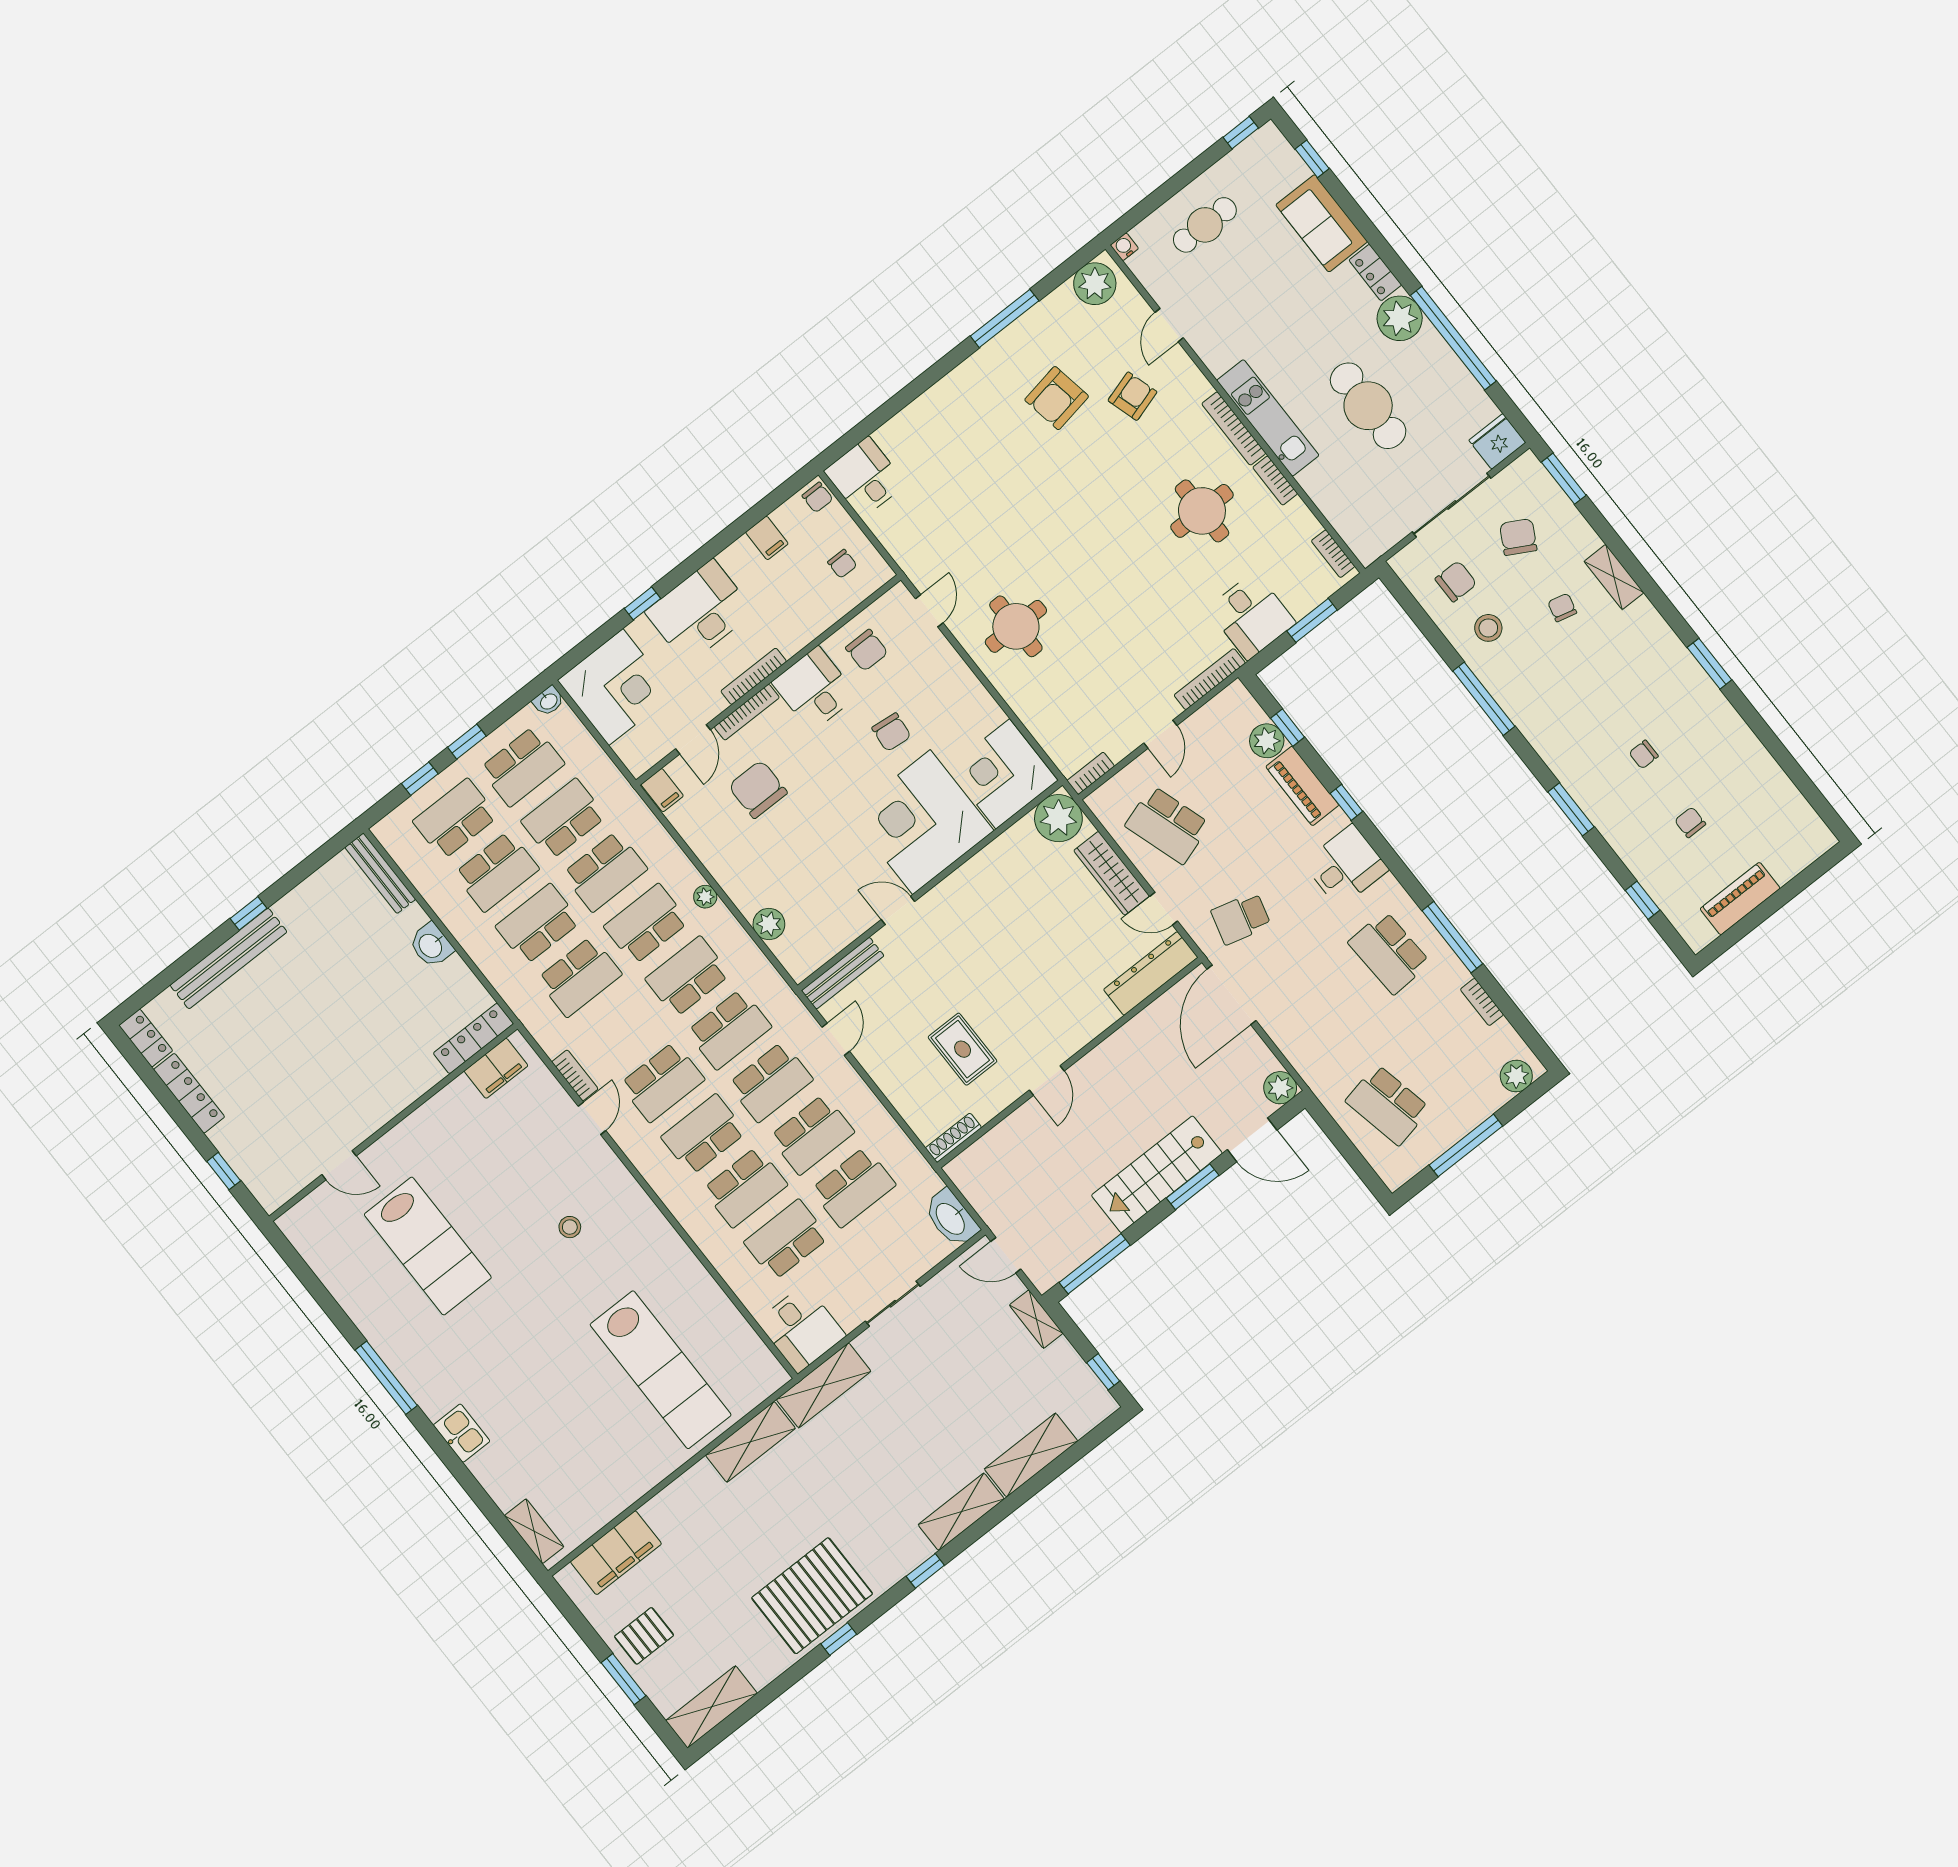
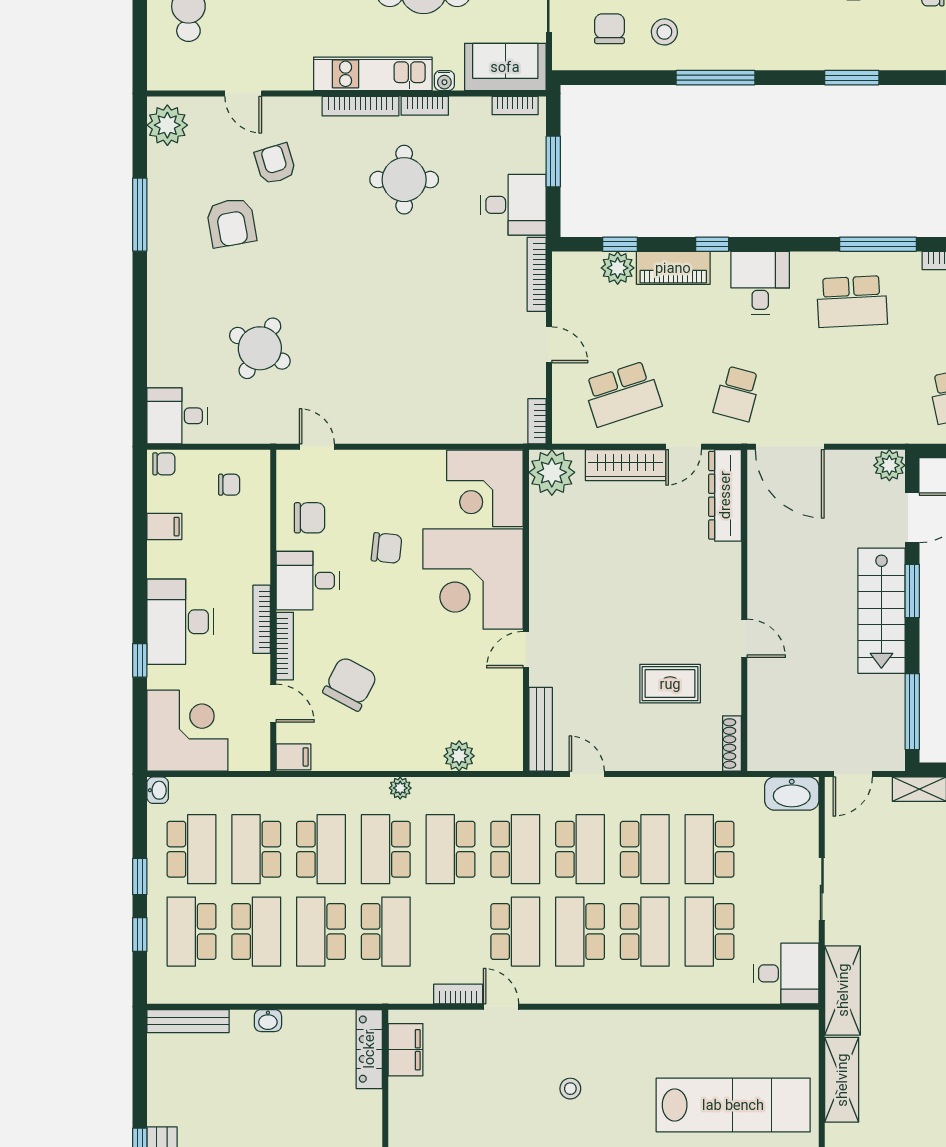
water cooler: (1124, 247) -> (444, 81), moved, turned -90
sofa: (1358, 521) -> (505, 67), added
round table: (1016, 626) -> (260, 348), moved, turned 30
chair: (758, 789) -> (350, 684), turned 118
washbasin: (431, 945) -> (268, 1021), width x0.72, depth x0.69
school desk: (853, 1187) -> (710, 849), turned 180

